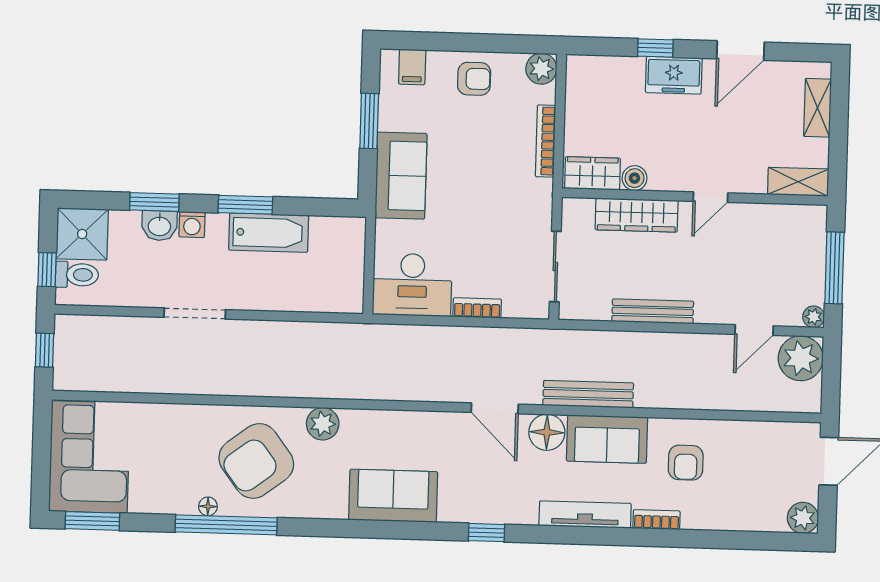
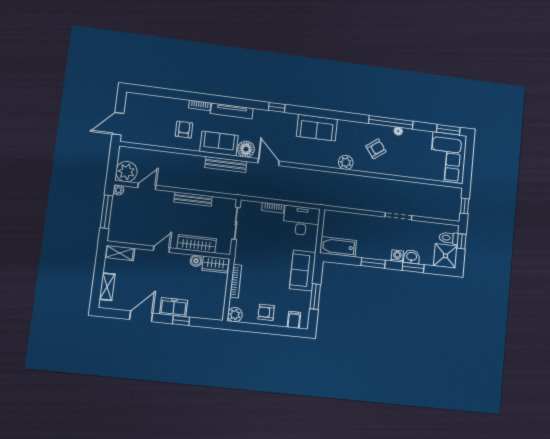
bathtub: (269, 233) -> (338, 247), moved
armchair: (256, 461) -> (376, 149), width x0.53, depth x0.53
plant: (803, 518) -> (132, 100), removed

